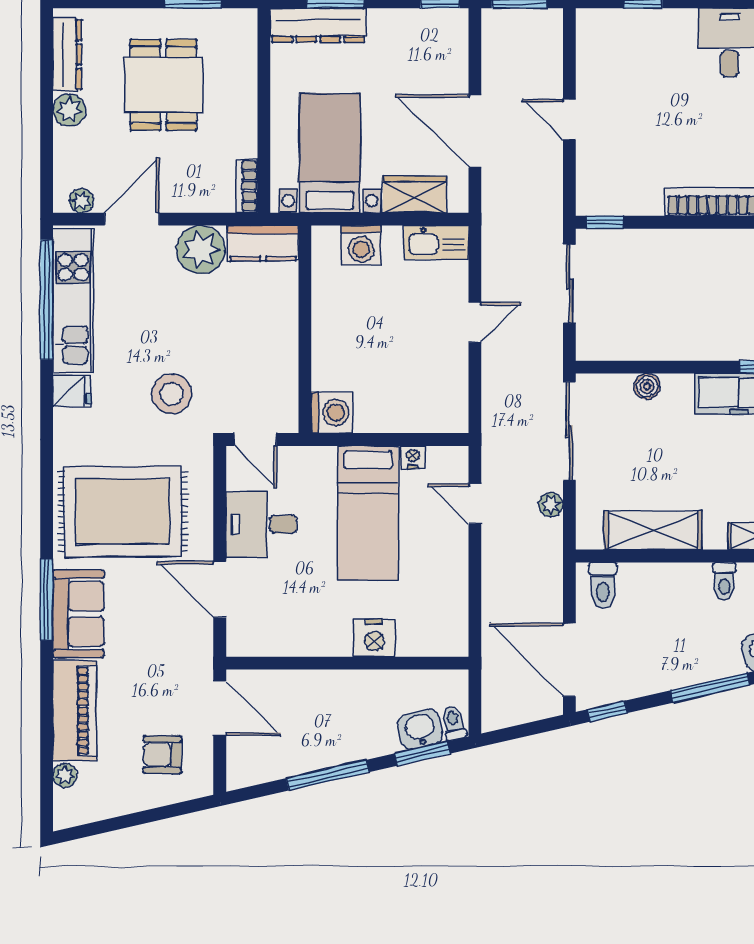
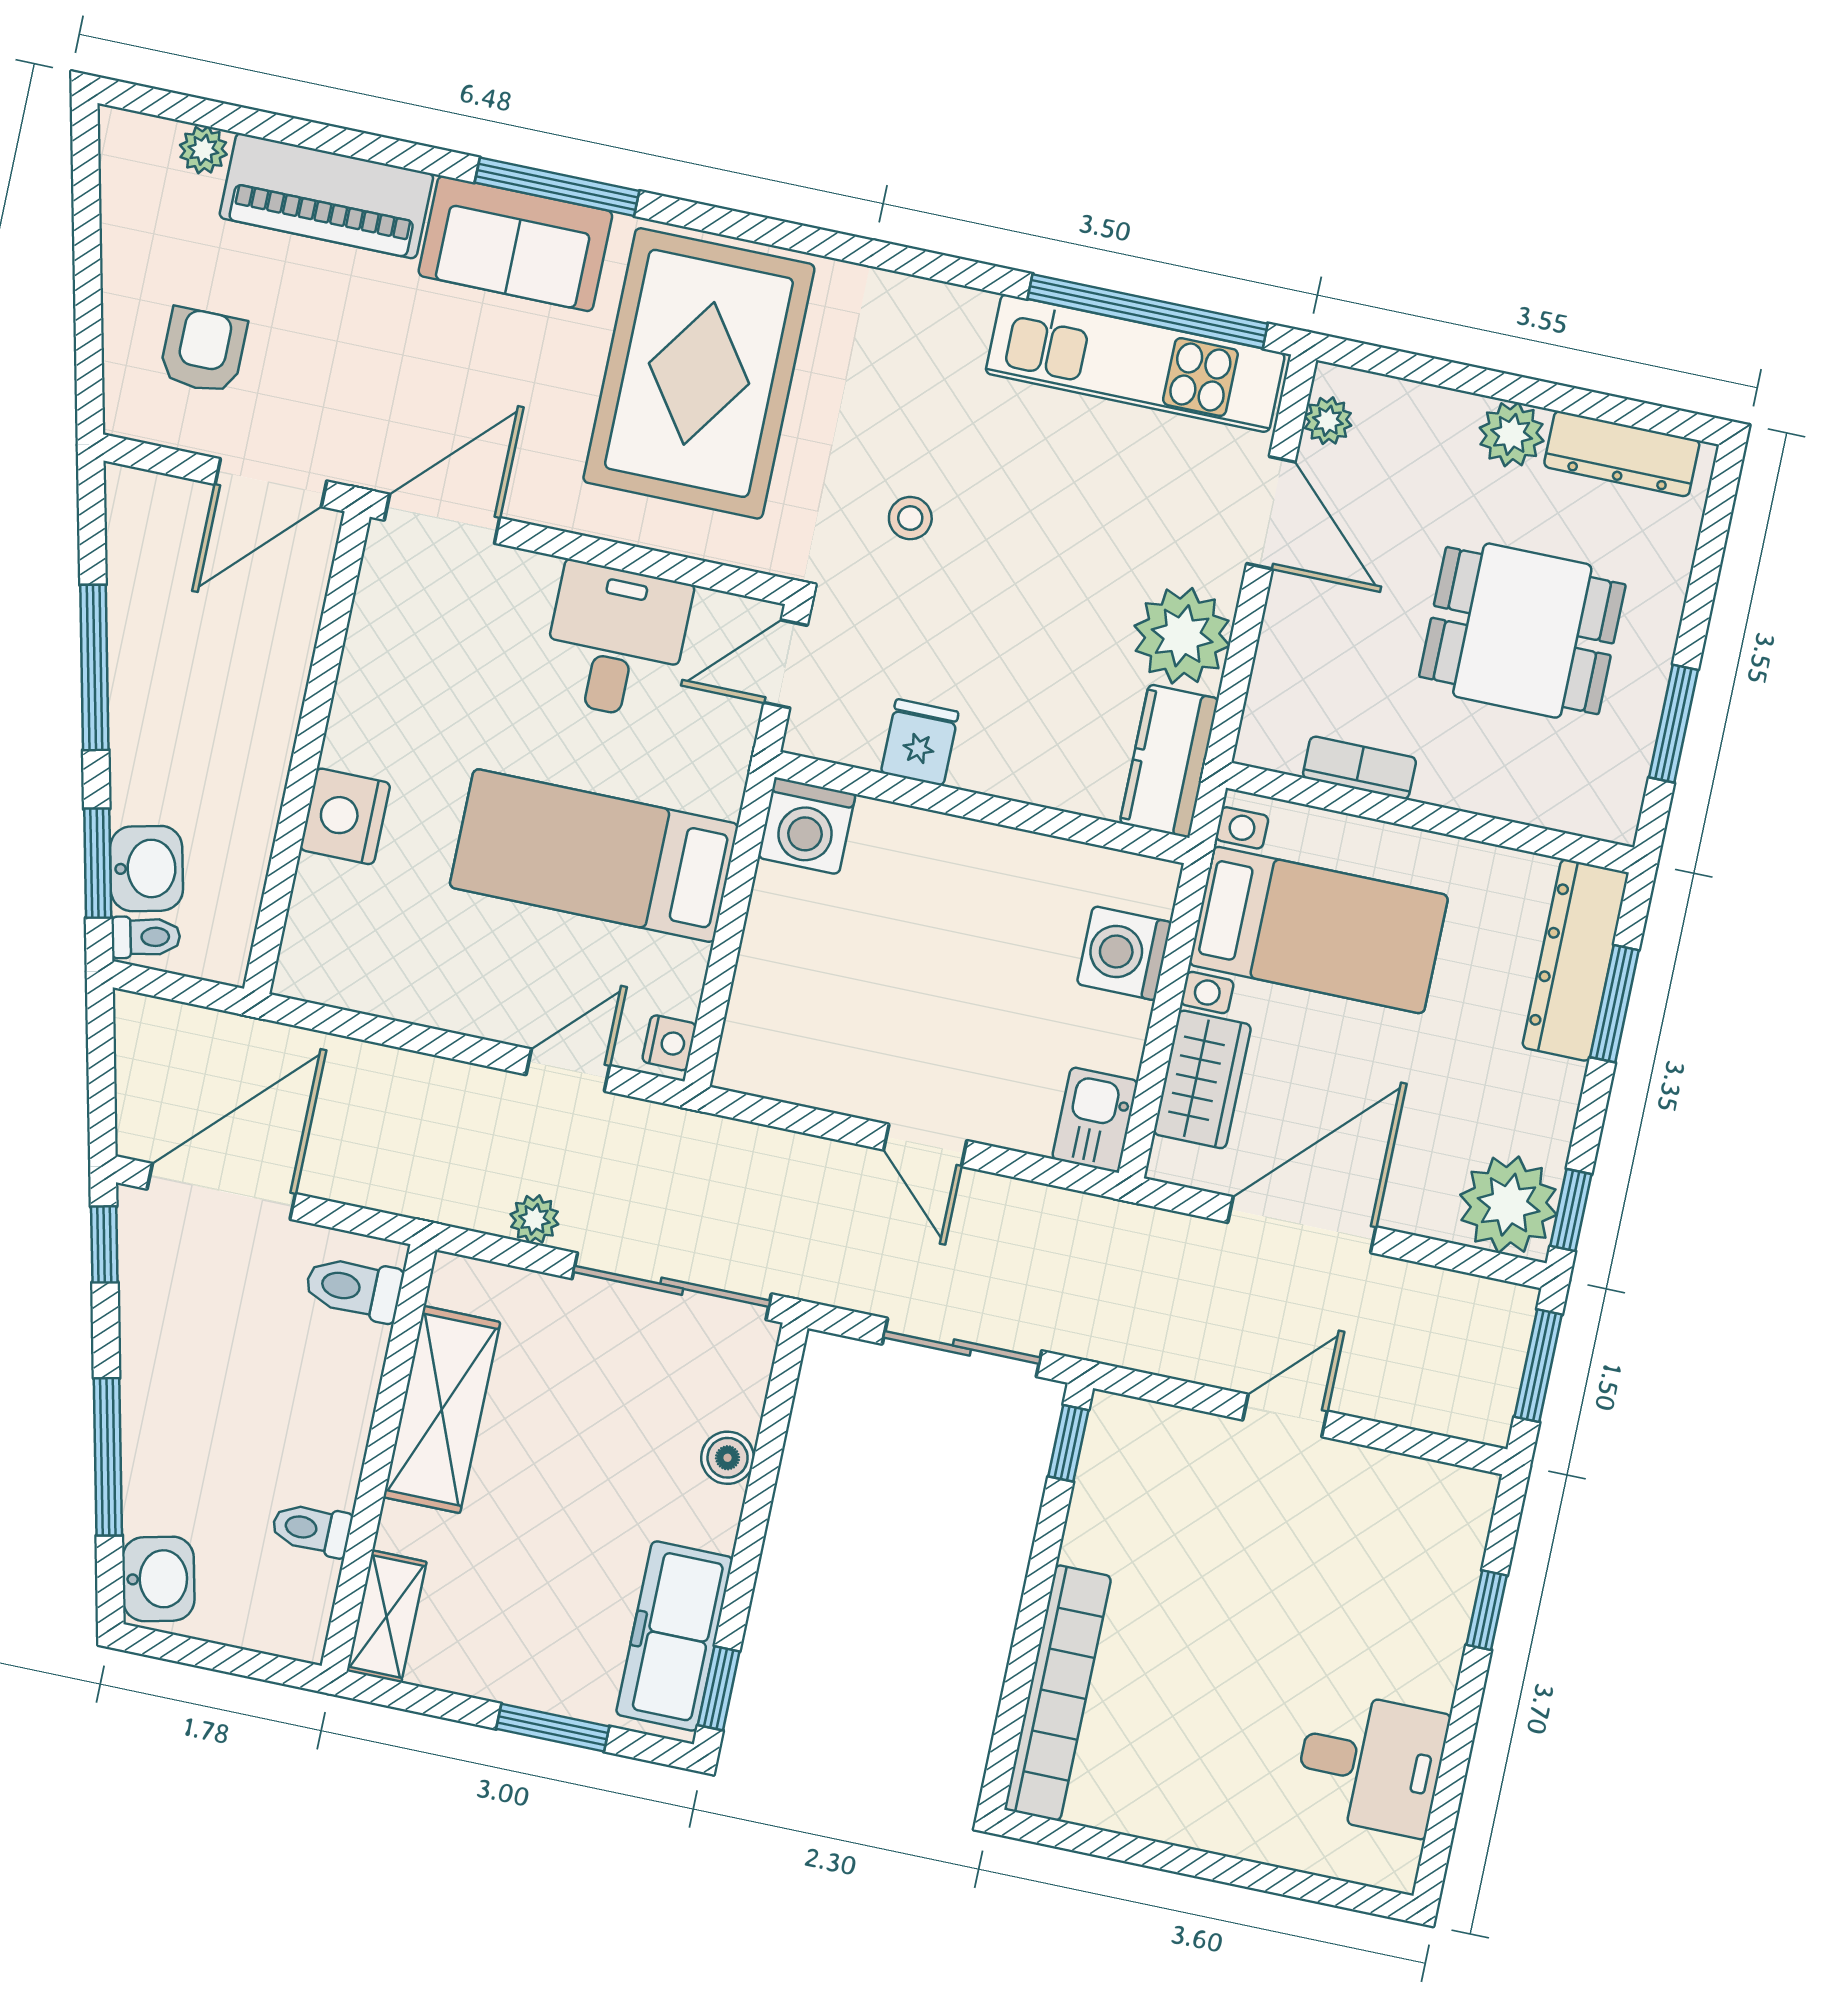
plant: (444, 33) -> (1509, 1205), added
bookcase: (247, 186) -> (1359, 768), moved
kitchen sink: (436, 242) -> (1095, 1120), width x0.73
fridge: (72, 391) -> (920, 742), moved, turned 180
stool: (171, 394) -> (910, 518), width x0.53, depth x0.53
nightstand: (413, 457) -> (669, 1043), moved
door: (220, 589) -> (442, 519), moved

